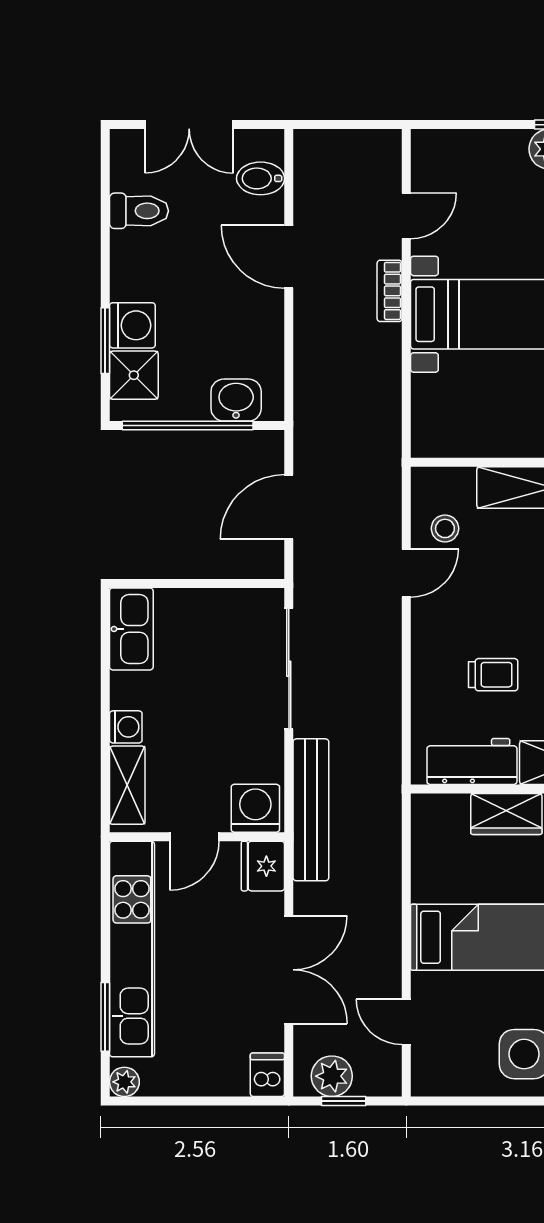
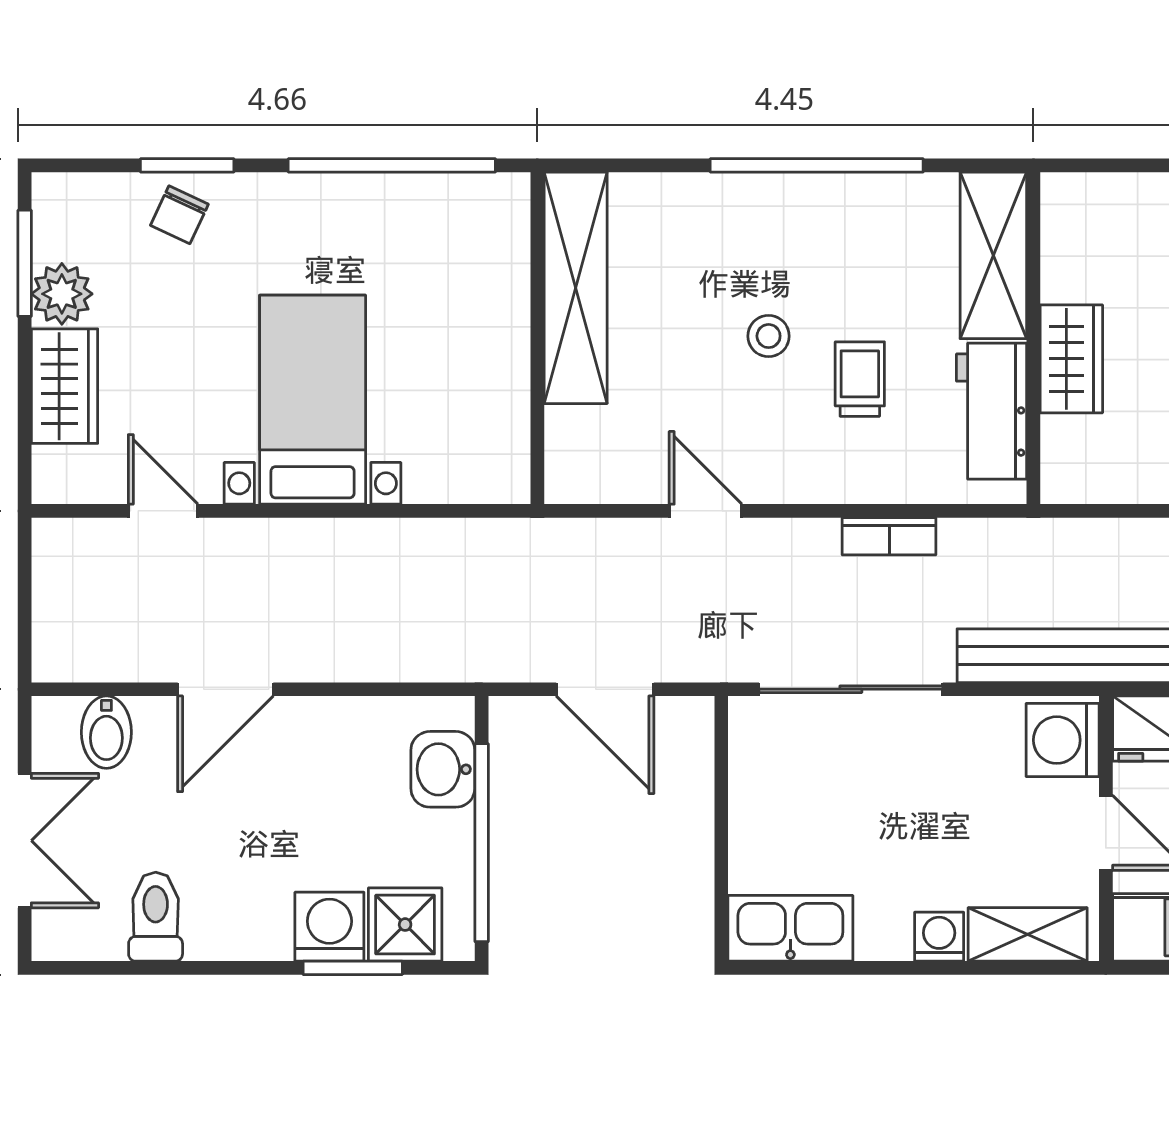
wardrobe: (488, 151) -> (65, 386), added
bookcase: (390, 291) -> (889, 536), moved
stool: (445, 528) -> (769, 336), moved

